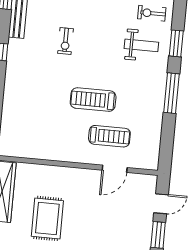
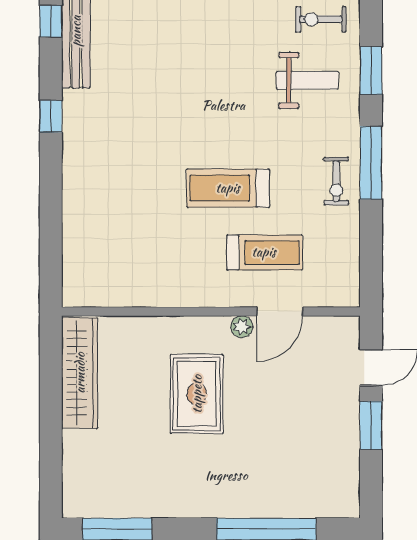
exercise bike: (66, 41) -> (336, 181), moved
plant: (93, 175) -> (242, 327), added
rug: (47, 218) -> (197, 394), moved

